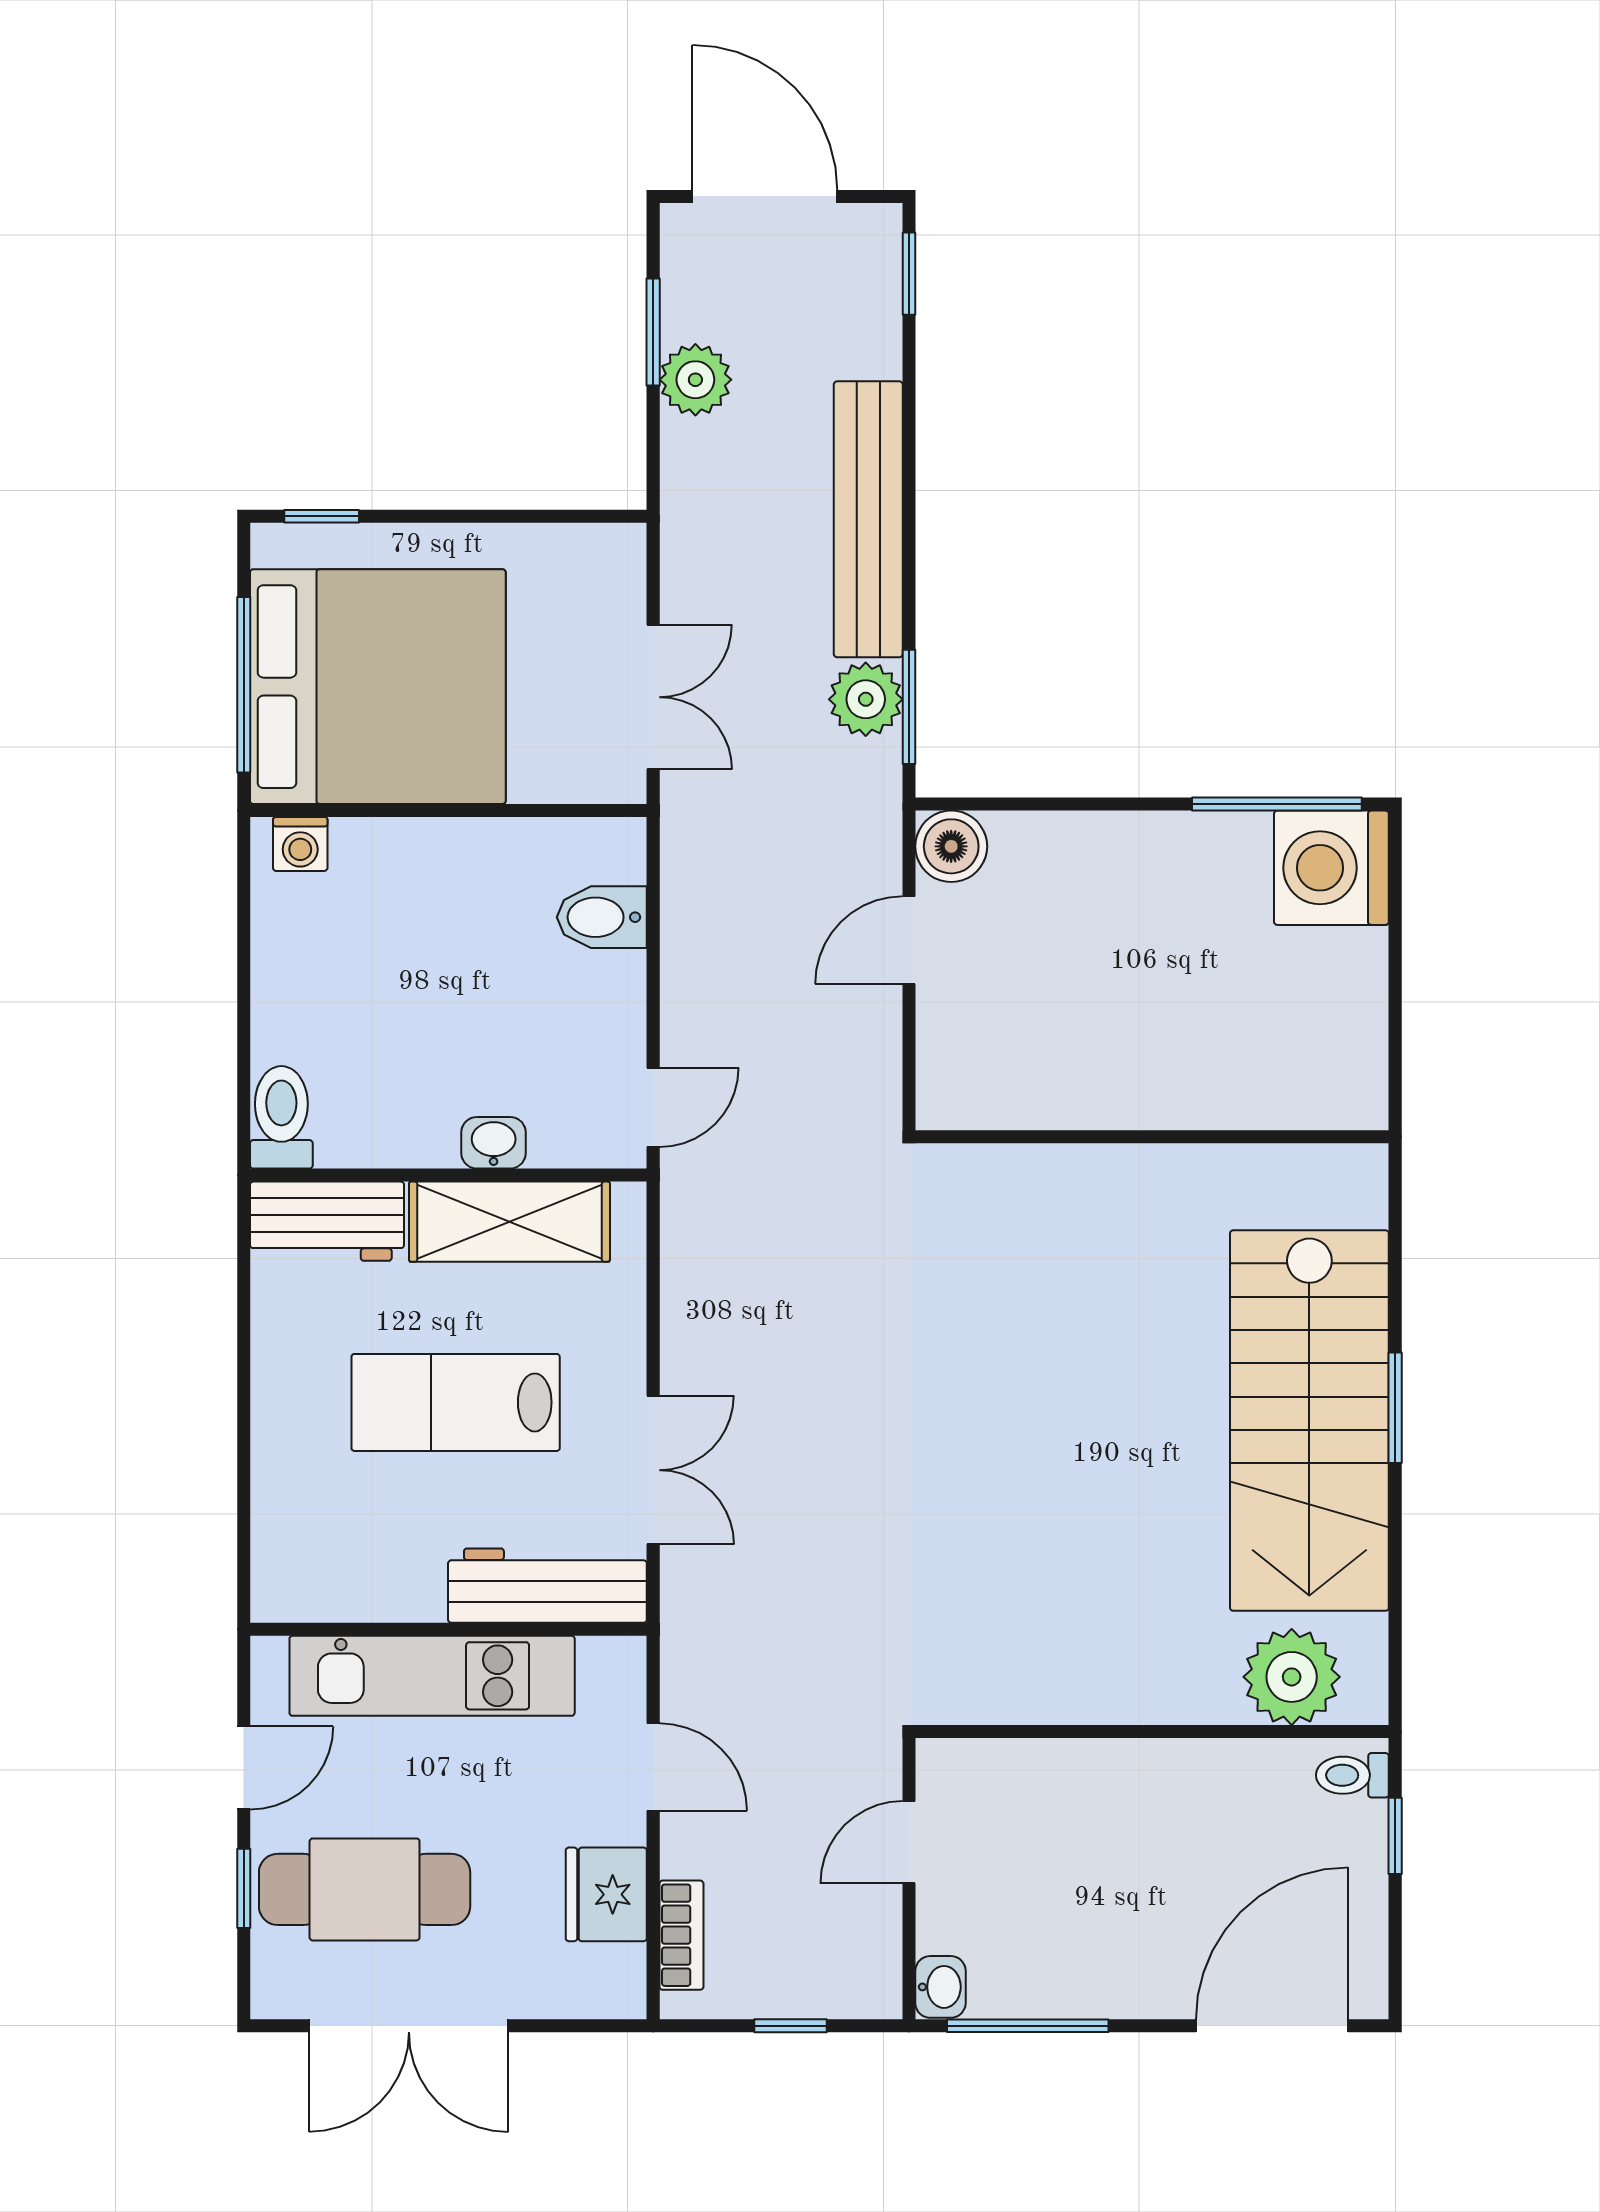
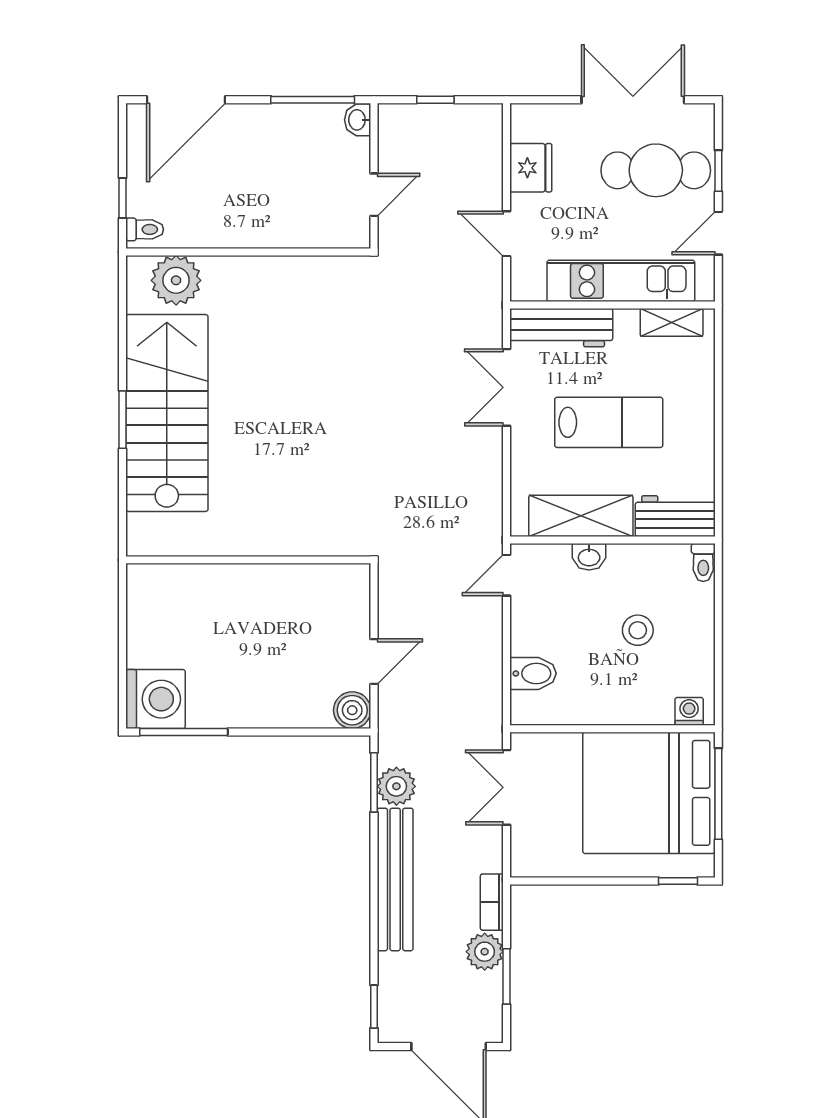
stool: (399, 1001) -> (638, 630), added
toilet: (281, 1117) -> (703, 563), width x0.73, depth x0.72
shelving: (334, 1596) -> (672, 322), added
bookcase: (681, 1935) -> (492, 902), moved

